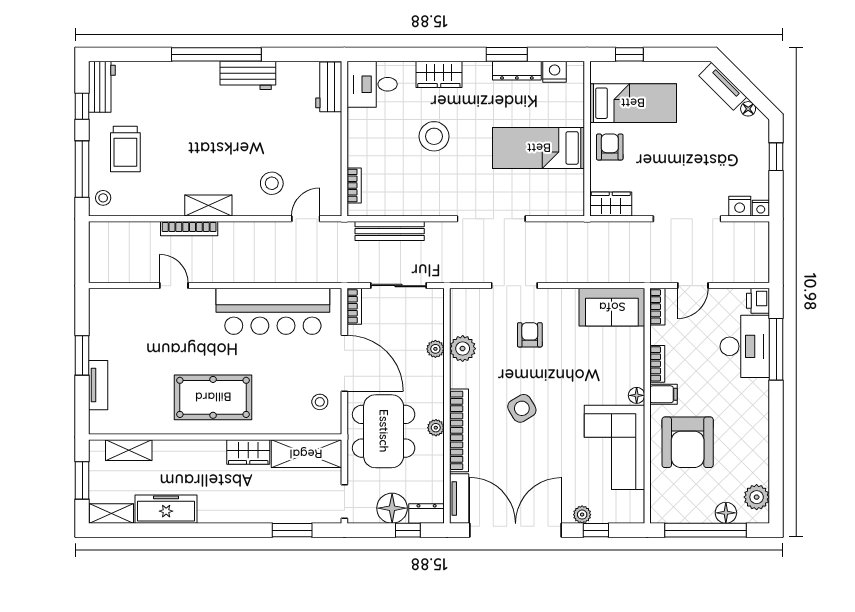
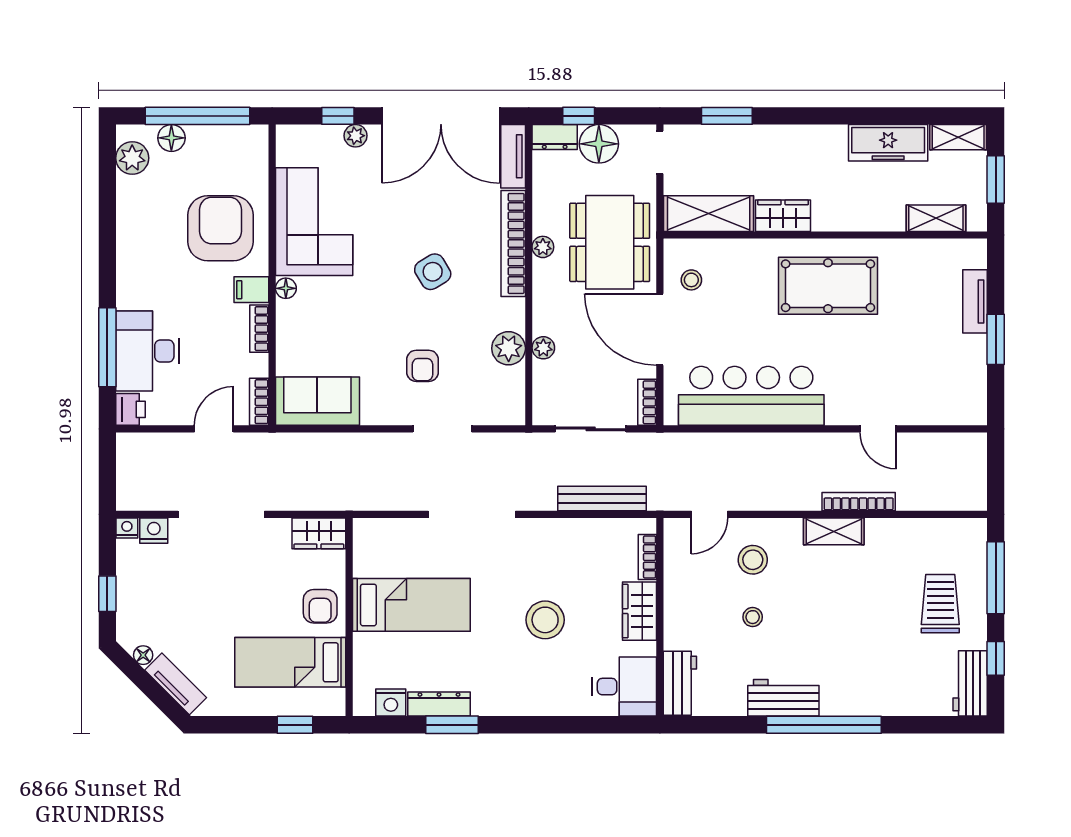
wardrobe: (439, 74) -> (639, 611), moved, turned -90
stool: (103, 198) -> (753, 617), moved

